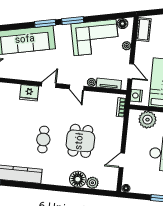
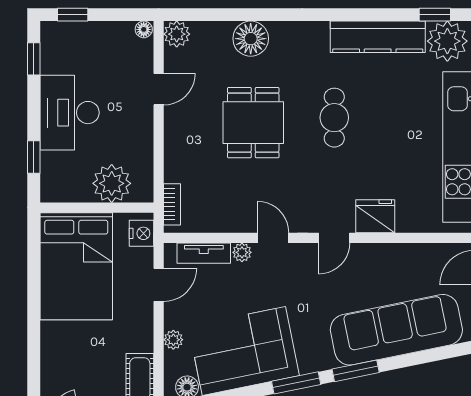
door: (131, 71) -> (159, 285), swing flipped
plant: (92, 183) -> (177, 34), moved

